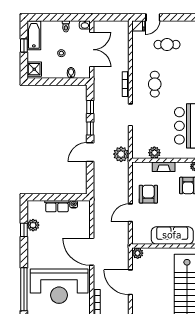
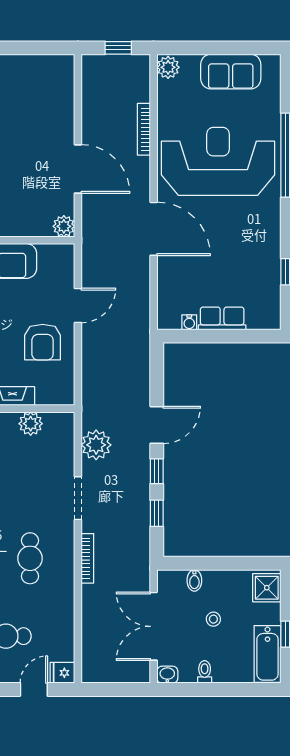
plant: (121, 154) -> (96, 445), moved
plant: (33, 225) -> (269, 281), removed

